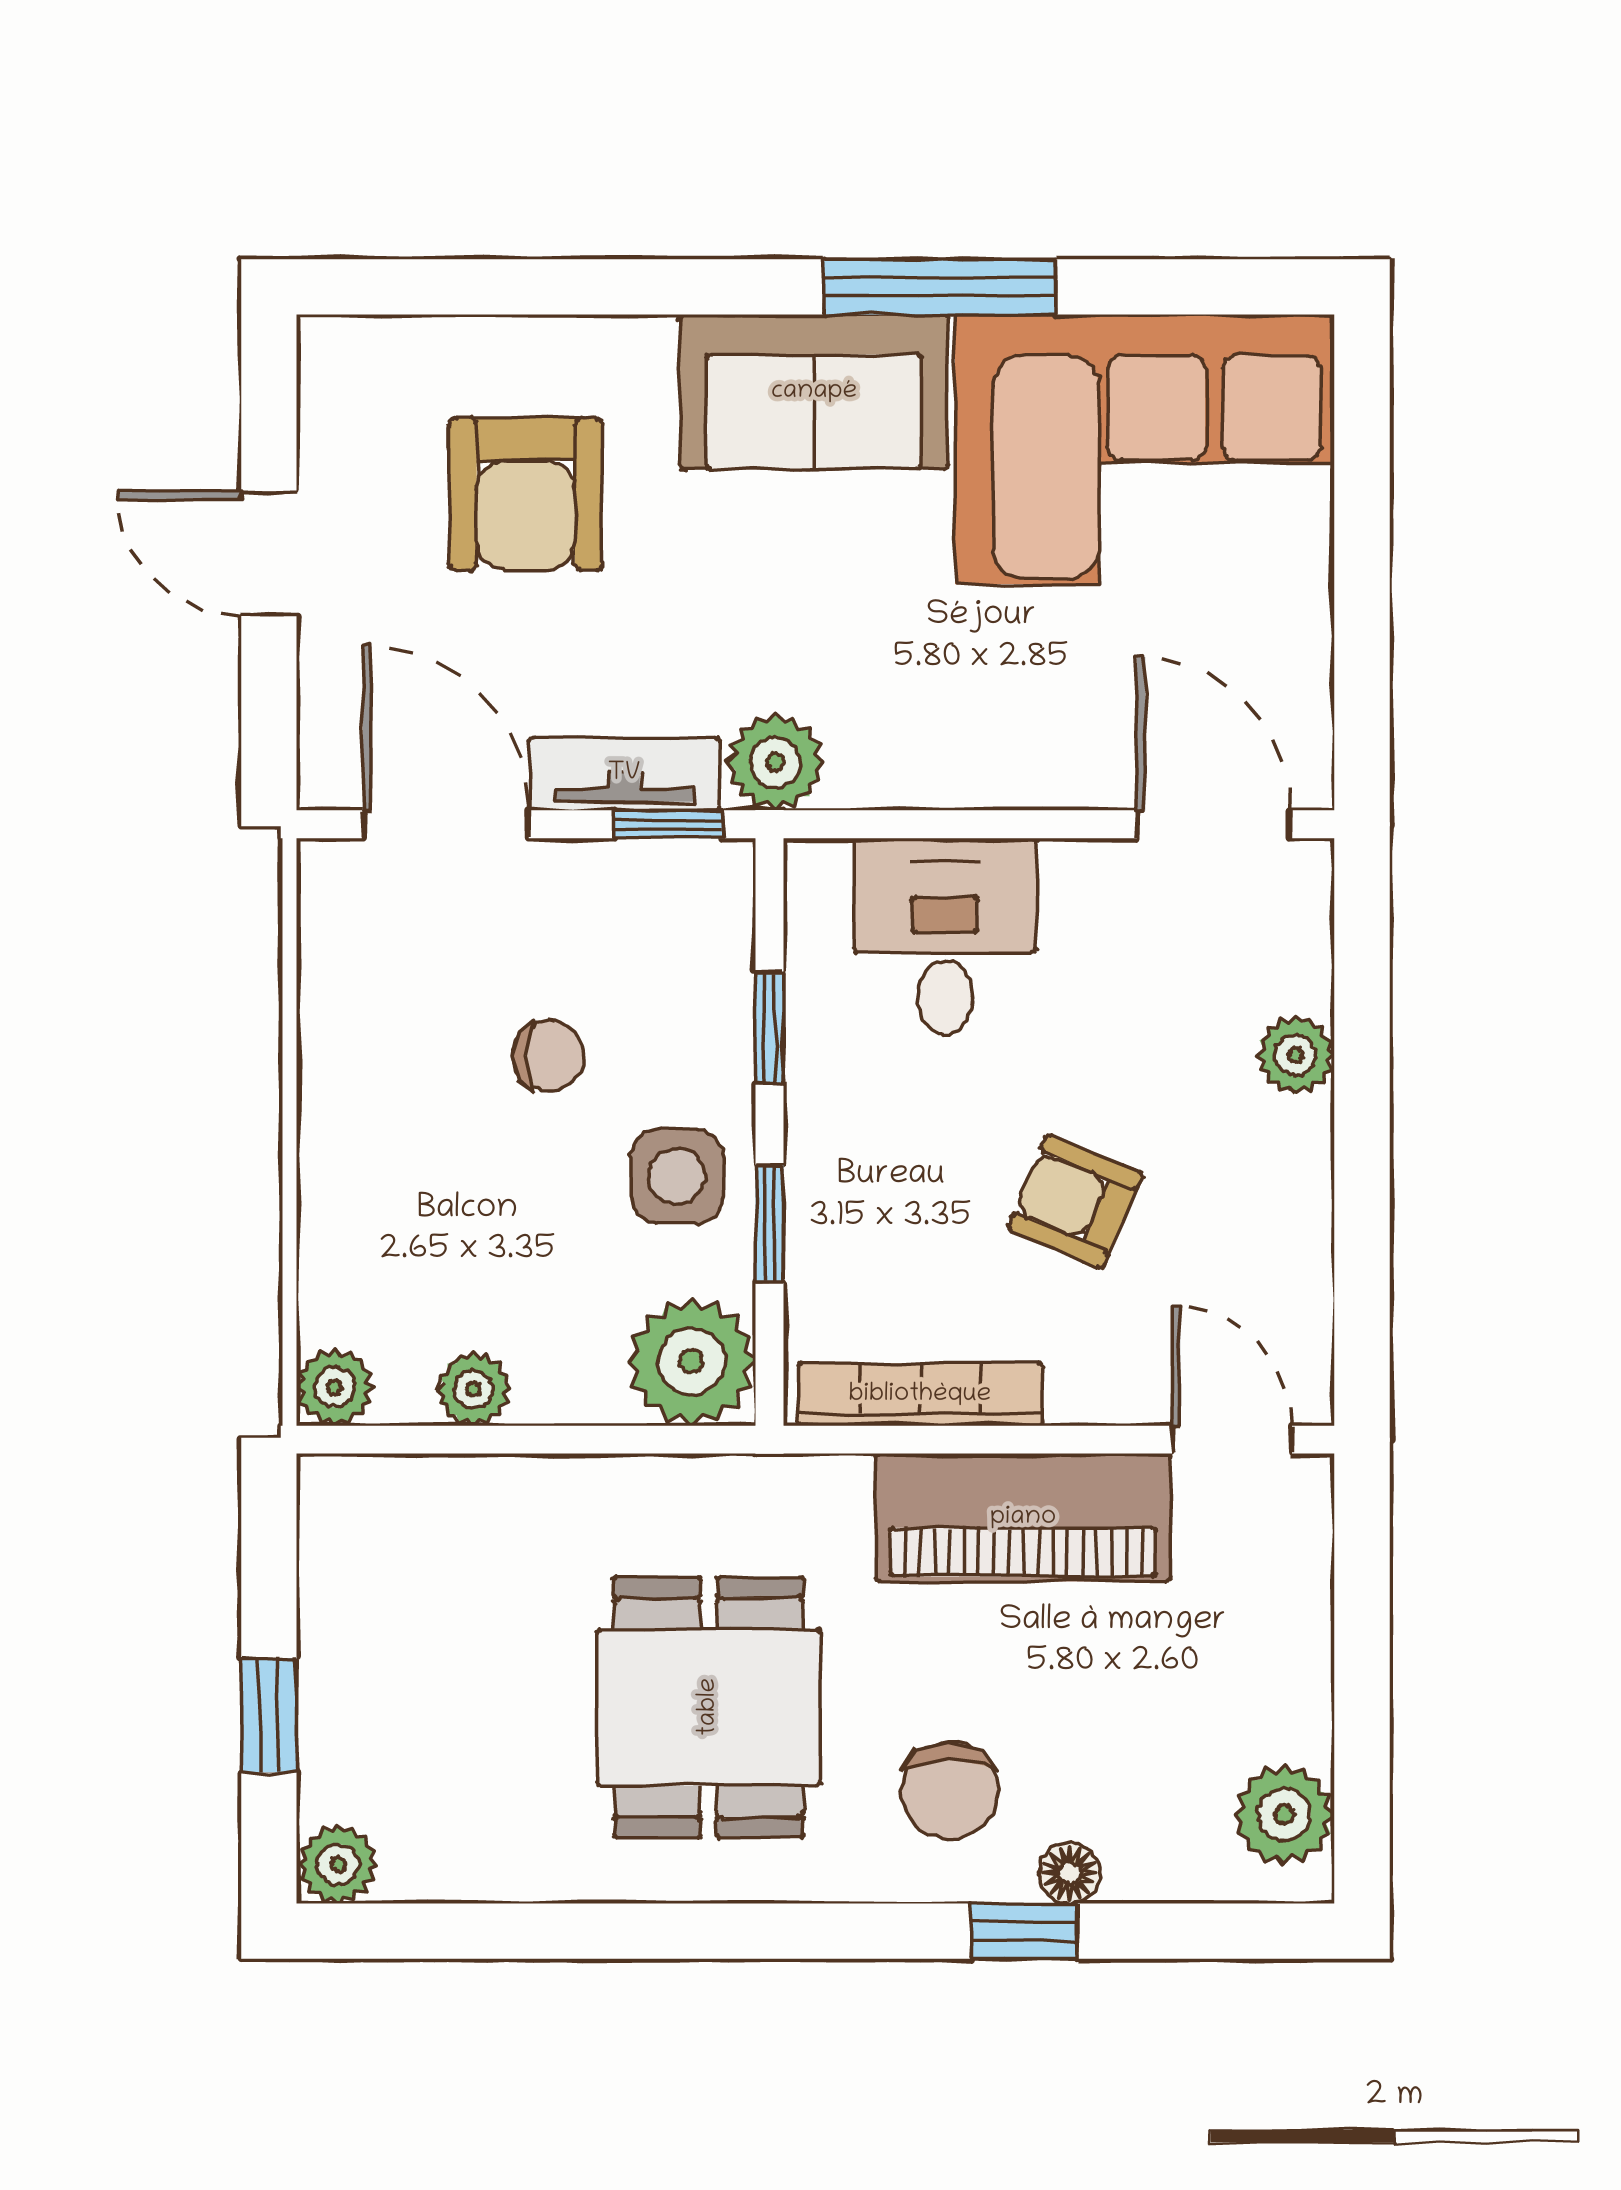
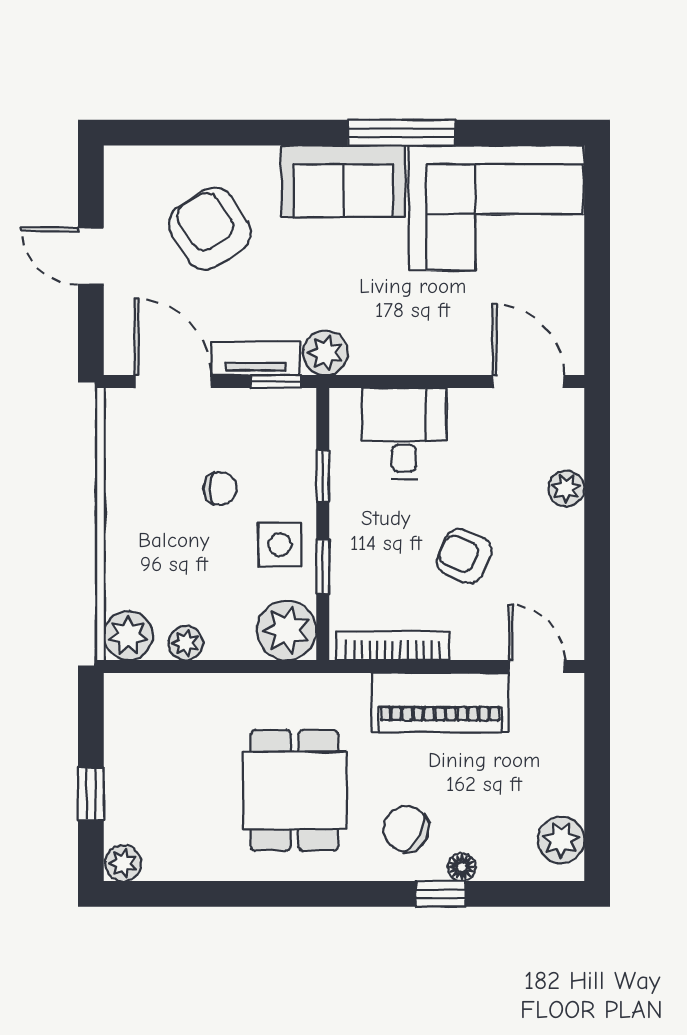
armchair: (526, 494) -> (210, 229), turned 147
plant: (335, 1387) -> (128, 635), width x1.38, depth x1.38
chair: (950, 1791) -> (406, 829), turned 117

